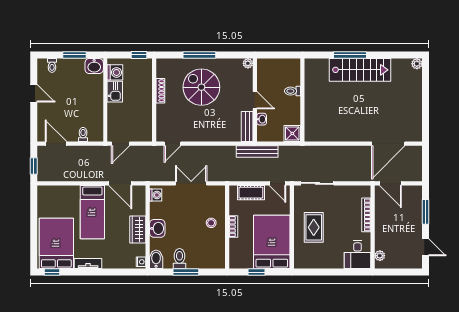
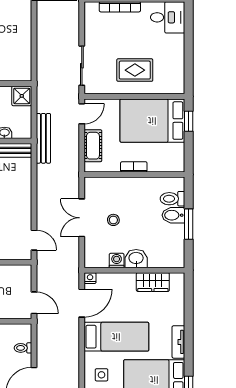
washing machine: (156, 195) -> (117, 260), moved
side table: (61, 200) -> (101, 375), added
stool: (211, 223) -> (113, 220), moved
wardrobe: (138, 230) -> (153, 282), moved
bidet: (156, 259) -> (173, 215), moved
toilet: (180, 259) -> (172, 199), moved
nightstand: (141, 262) -> (90, 278), moved
window: (256, 272) -> (189, 121), moved

